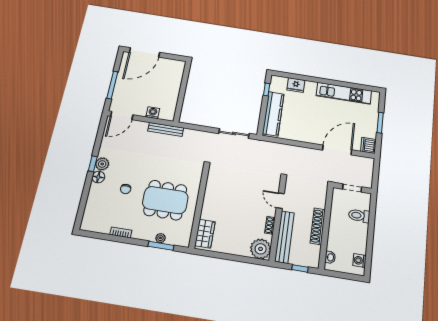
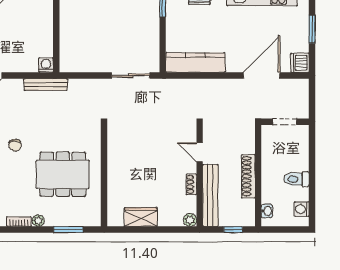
washing machine: (153, 113) -> (46, 65), moved
kitchen counter: (273, 114) -> (195, 63), moved, turned -90
chair: (126, 189) -> (15, 145), moved
toilet: (359, 216) -> (296, 179), moved
wardrobe: (205, 234) -> (141, 217), moved, turned -90
plant: (160, 238) -> (38, 221), moved
plant: (261, 249) -> (190, 220), width x0.53, depth x0.53

